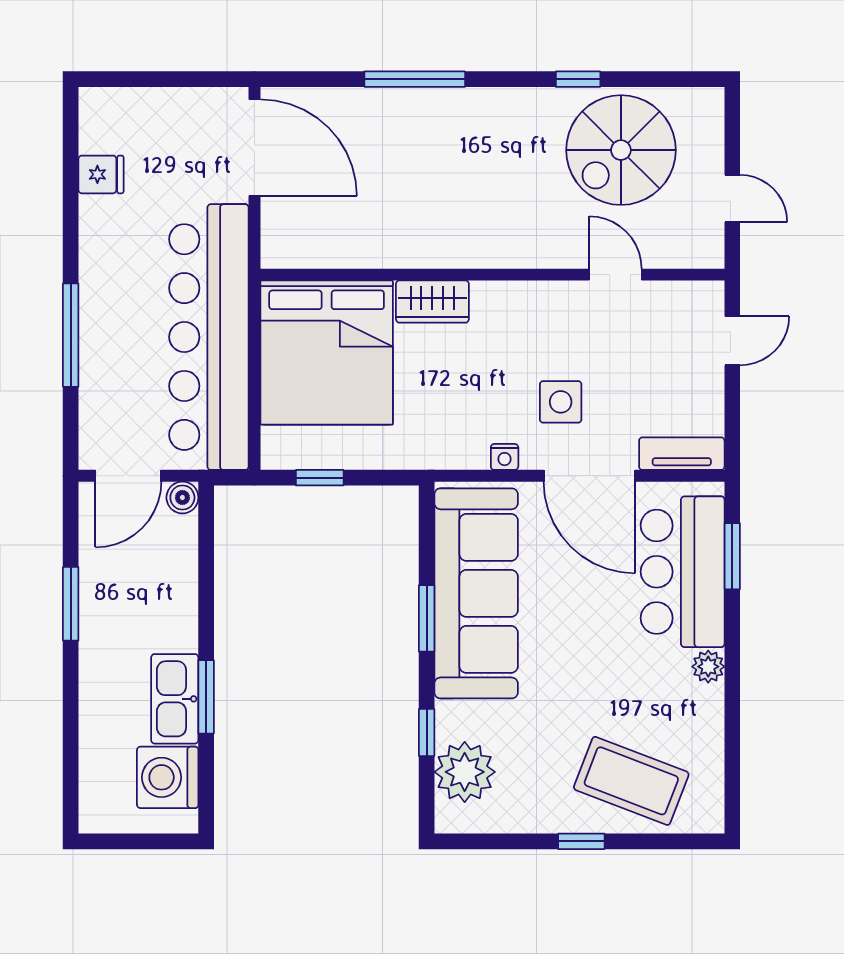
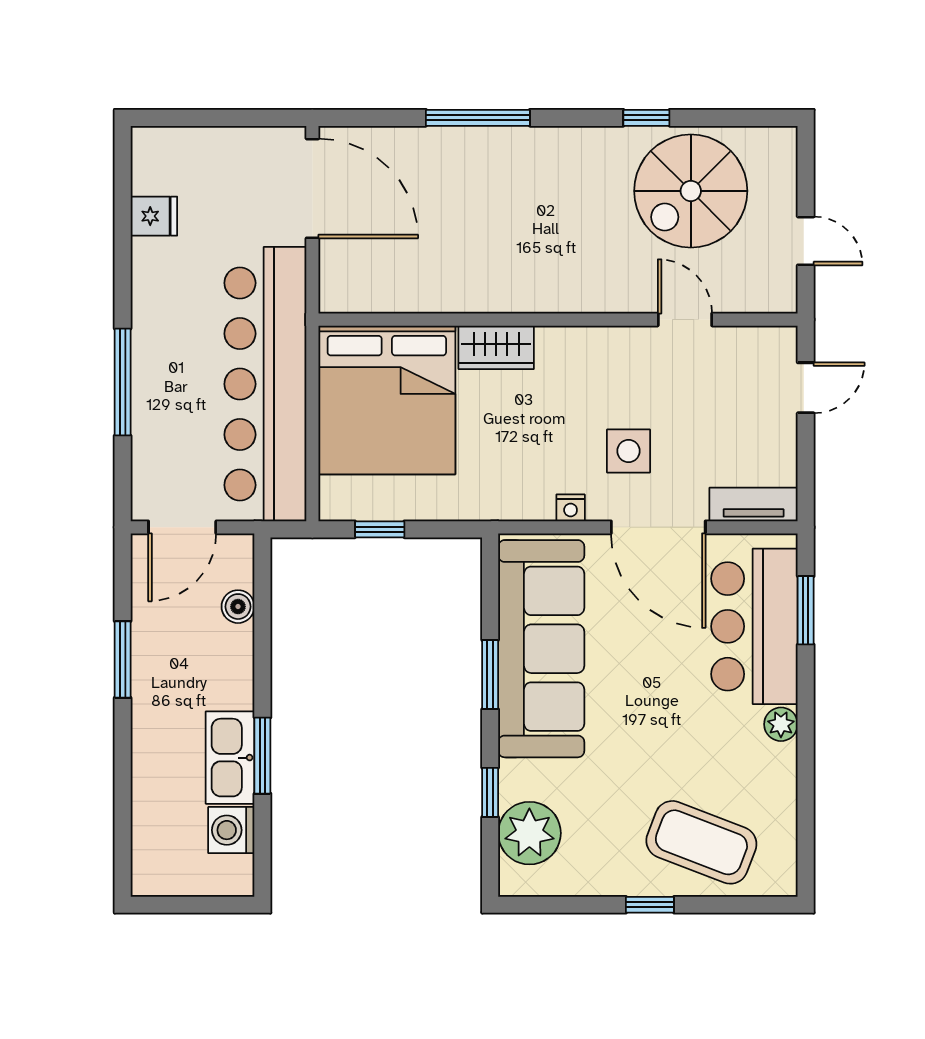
boiler: (182, 498) -> (238, 607), moved
washing machine: (168, 777) -> (231, 830), width x0.73, depth x0.73

